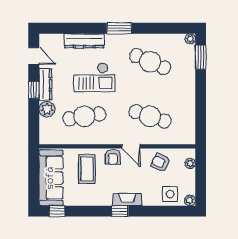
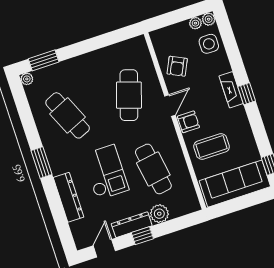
cafe table: (150, 62) -> (68, 115), turned -48
plant: (190, 163) -> (195, 23), moved

